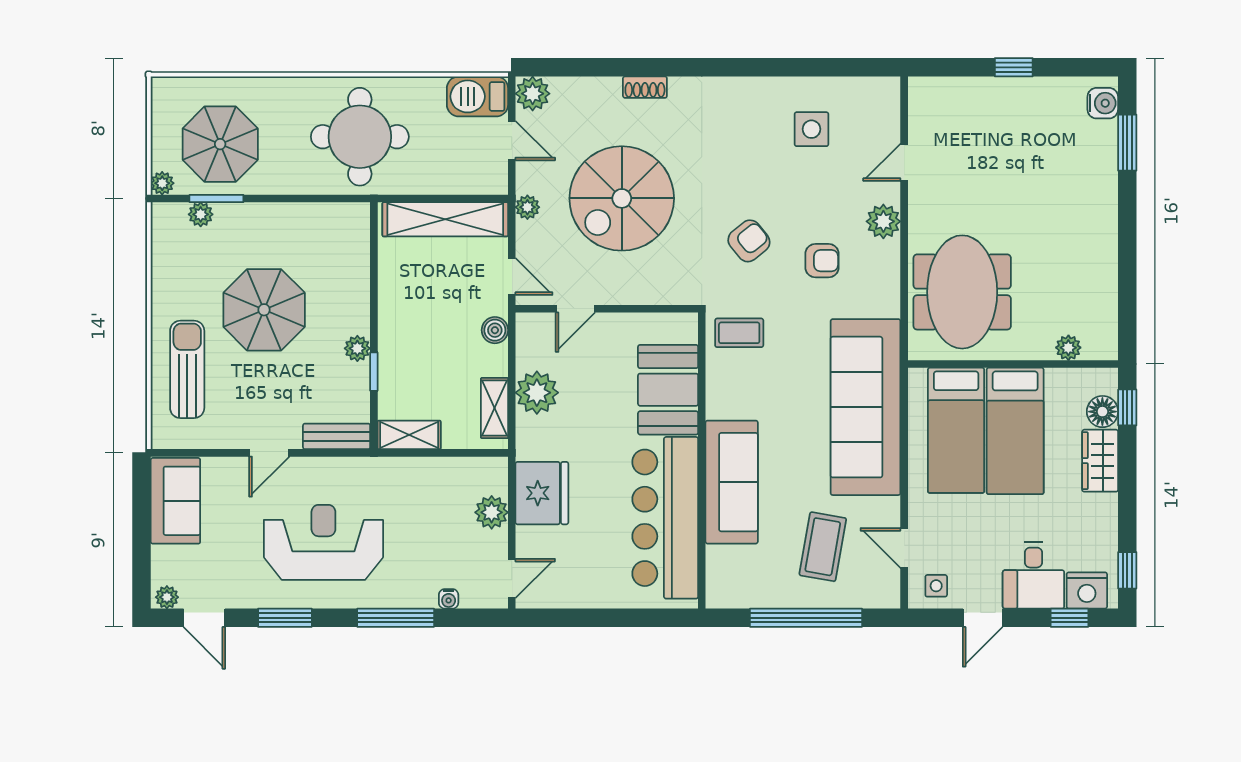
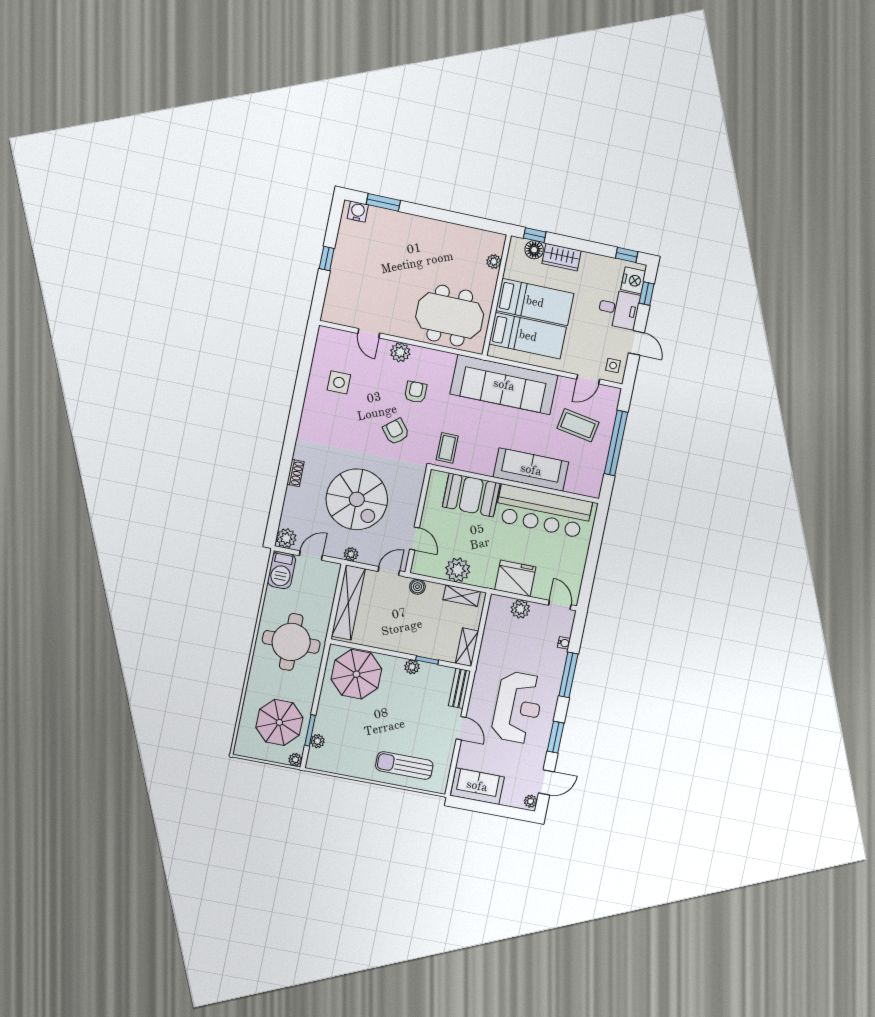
parasol: (264, 310) -> (356, 674), moved
reception desk: (323, 542) -> (518, 707), turned 180

